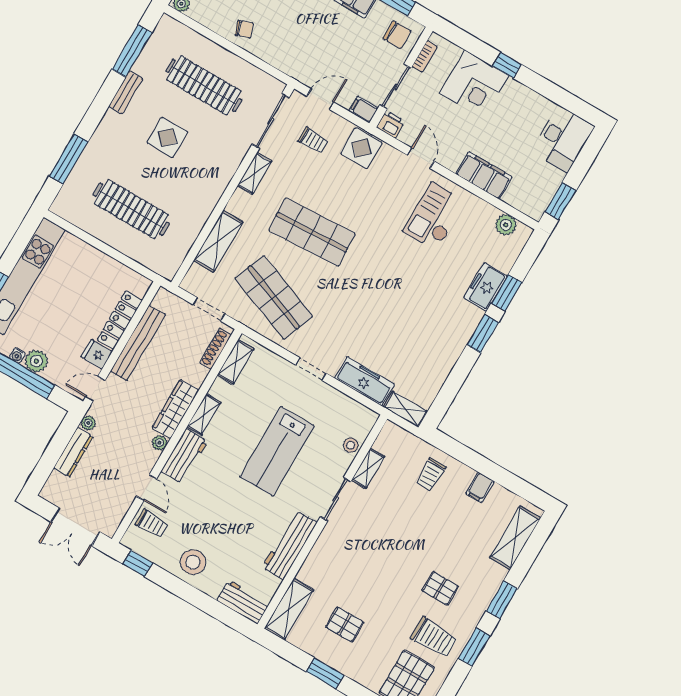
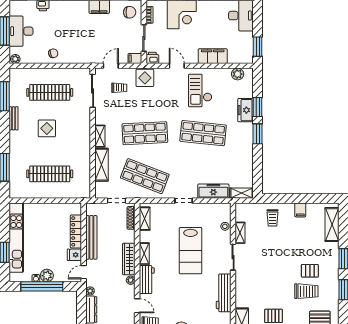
shelving: (255, 173) -> (100, 136), moved
shop shelf: (401, 284) -> (203, 133), added
trolley: (434, 637) -> (306, 291), moved

